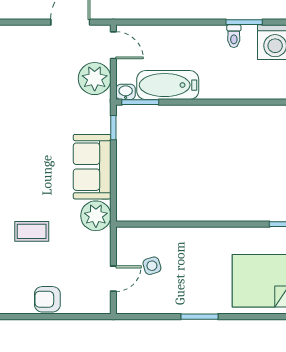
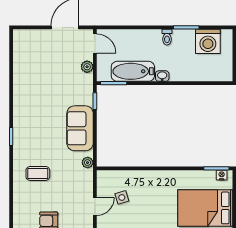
toilet: (234, 36) -> (167, 37), moved
plant: (95, 79) -> (87, 67), width x0.53, depth x0.53
washbasin: (126, 92) -> (162, 76), moved
plant: (96, 216) -> (88, 163), width x0.53, depth x0.53

